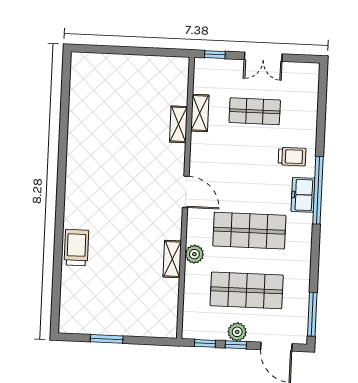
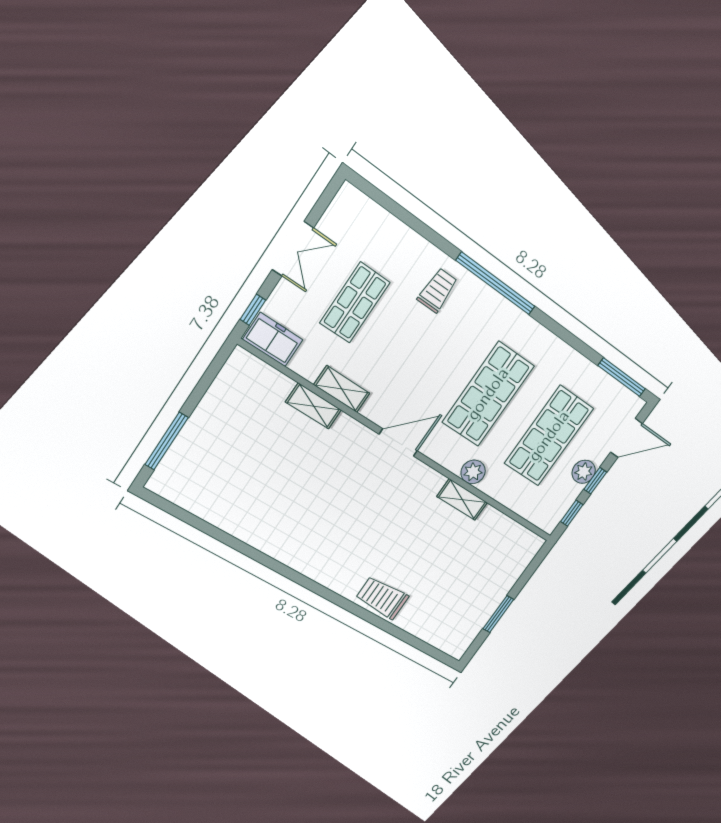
window: (108, 50) -> (167, 441), added
shelving: (200, 113) -> (342, 389), moved
freezer: (303, 195) -> (273, 340), moved, turned 180

